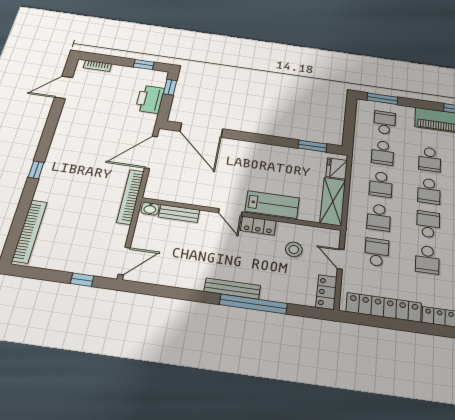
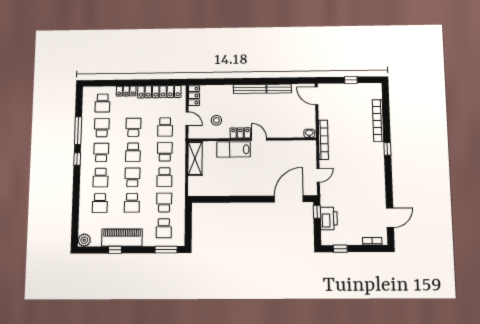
window: (170, 87) -> (317, 212), moved
door: (201, 130) -> (289, 199), hinge flipped
window: (312, 146) -> (212, 199), removed
door: (151, 152) -> (318, 175), width x0.53
school desk: (430, 159) -> (132, 203), turned 180
fridge: (337, 168) -> (194, 184), removed
school desk: (381, 184) -> (164, 177), turned 180
bench: (179, 213) -> (279, 89), moved
bookcase: (30, 231) -> (378, 121), moved
door: (124, 261) -> (317, 96), hinge flipped
window: (82, 280) -> (351, 80), moved
window: (253, 304) -> (236, 81), removed

